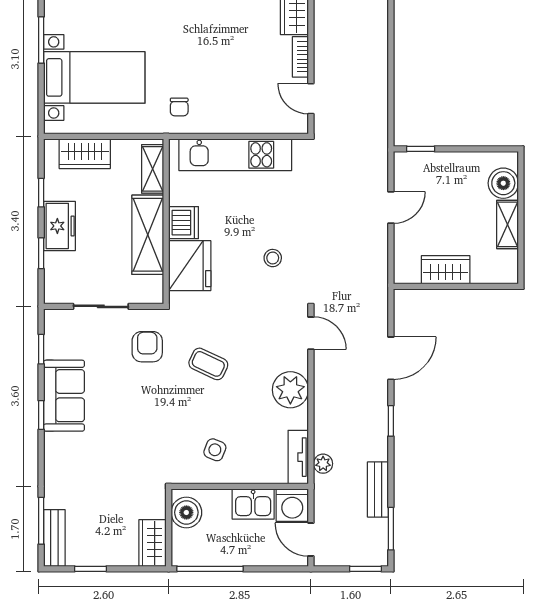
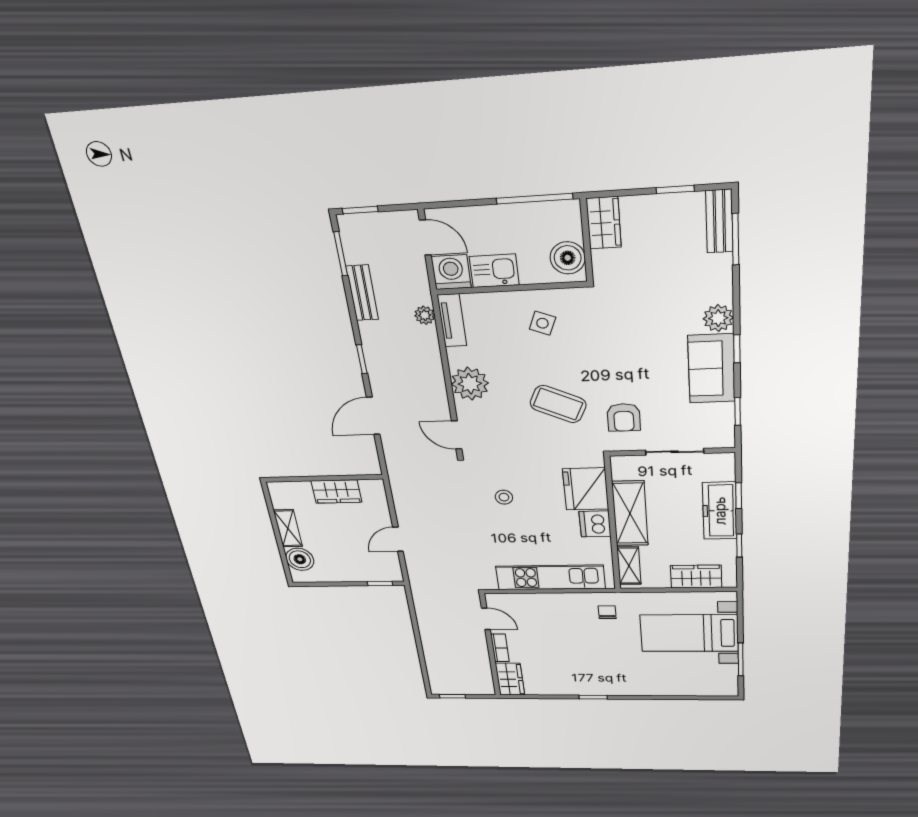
freezer: (60, 226) -> (720, 511), width x1.40
coffee table: (208, 364) -> (558, 404), width x1.36, depth x1.30
plant: (57, 447) -> (718, 318), added

